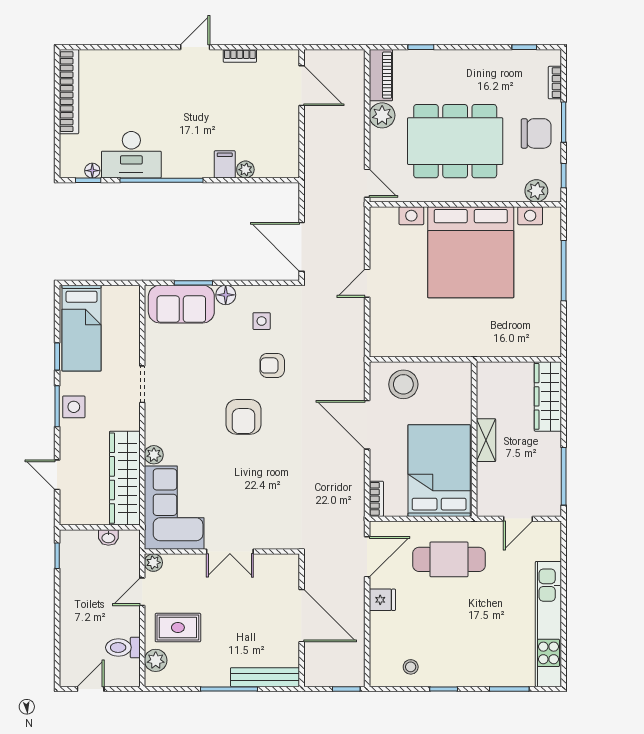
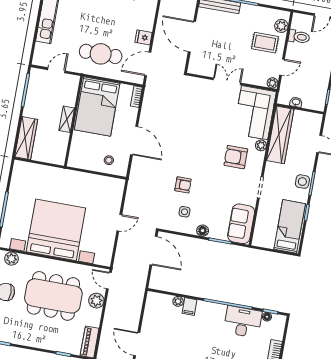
plant: (382, 115) -> (96, 301), moved
sofa: (181, 304) -> (241, 224), moved, turned -90
stool: (403, 384) -> (109, 160), width x0.53, depth x0.53
armchair: (243, 417) -> (236, 157), moved, turned -90

